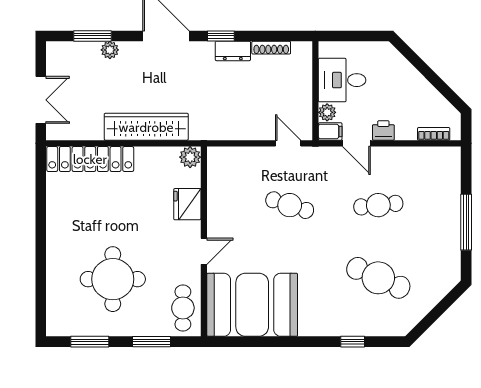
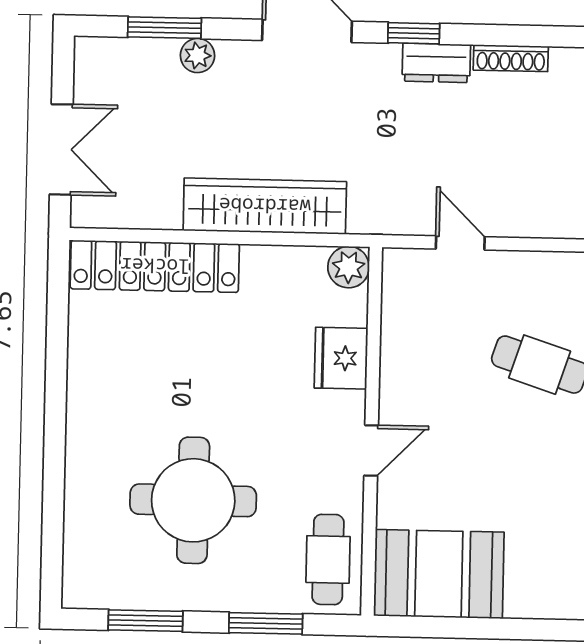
door: (288, 143) -> (460, 243), moved
booth: (252, 305) -> (439, 574), width x0.73, depth x0.70

